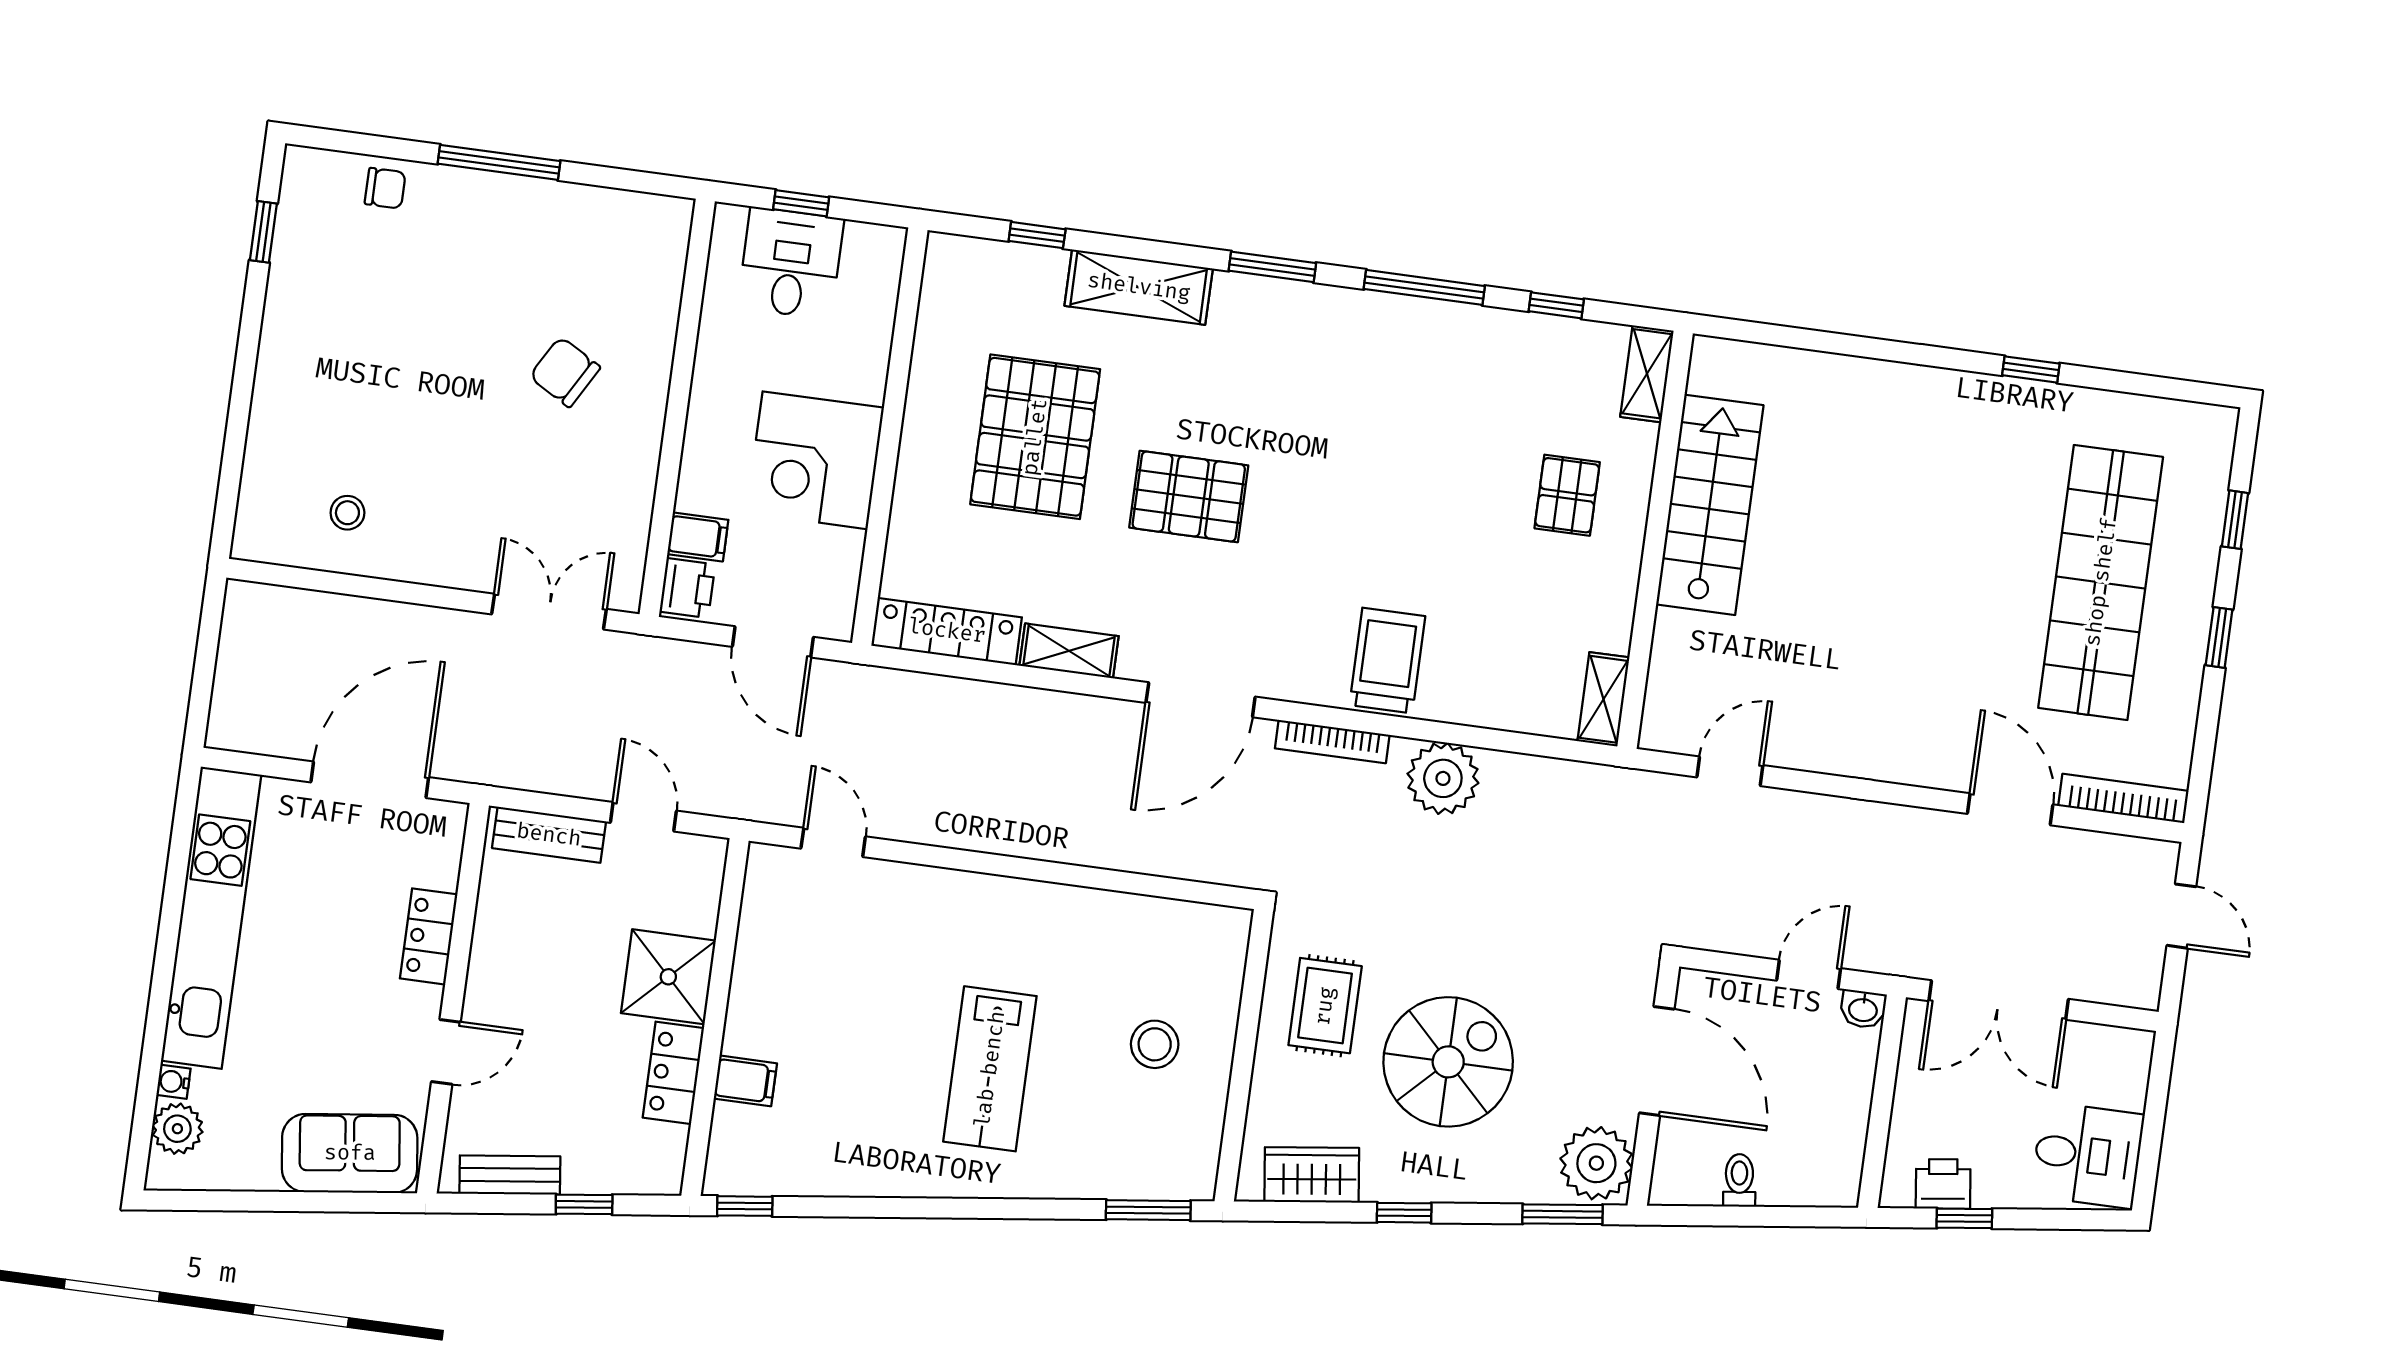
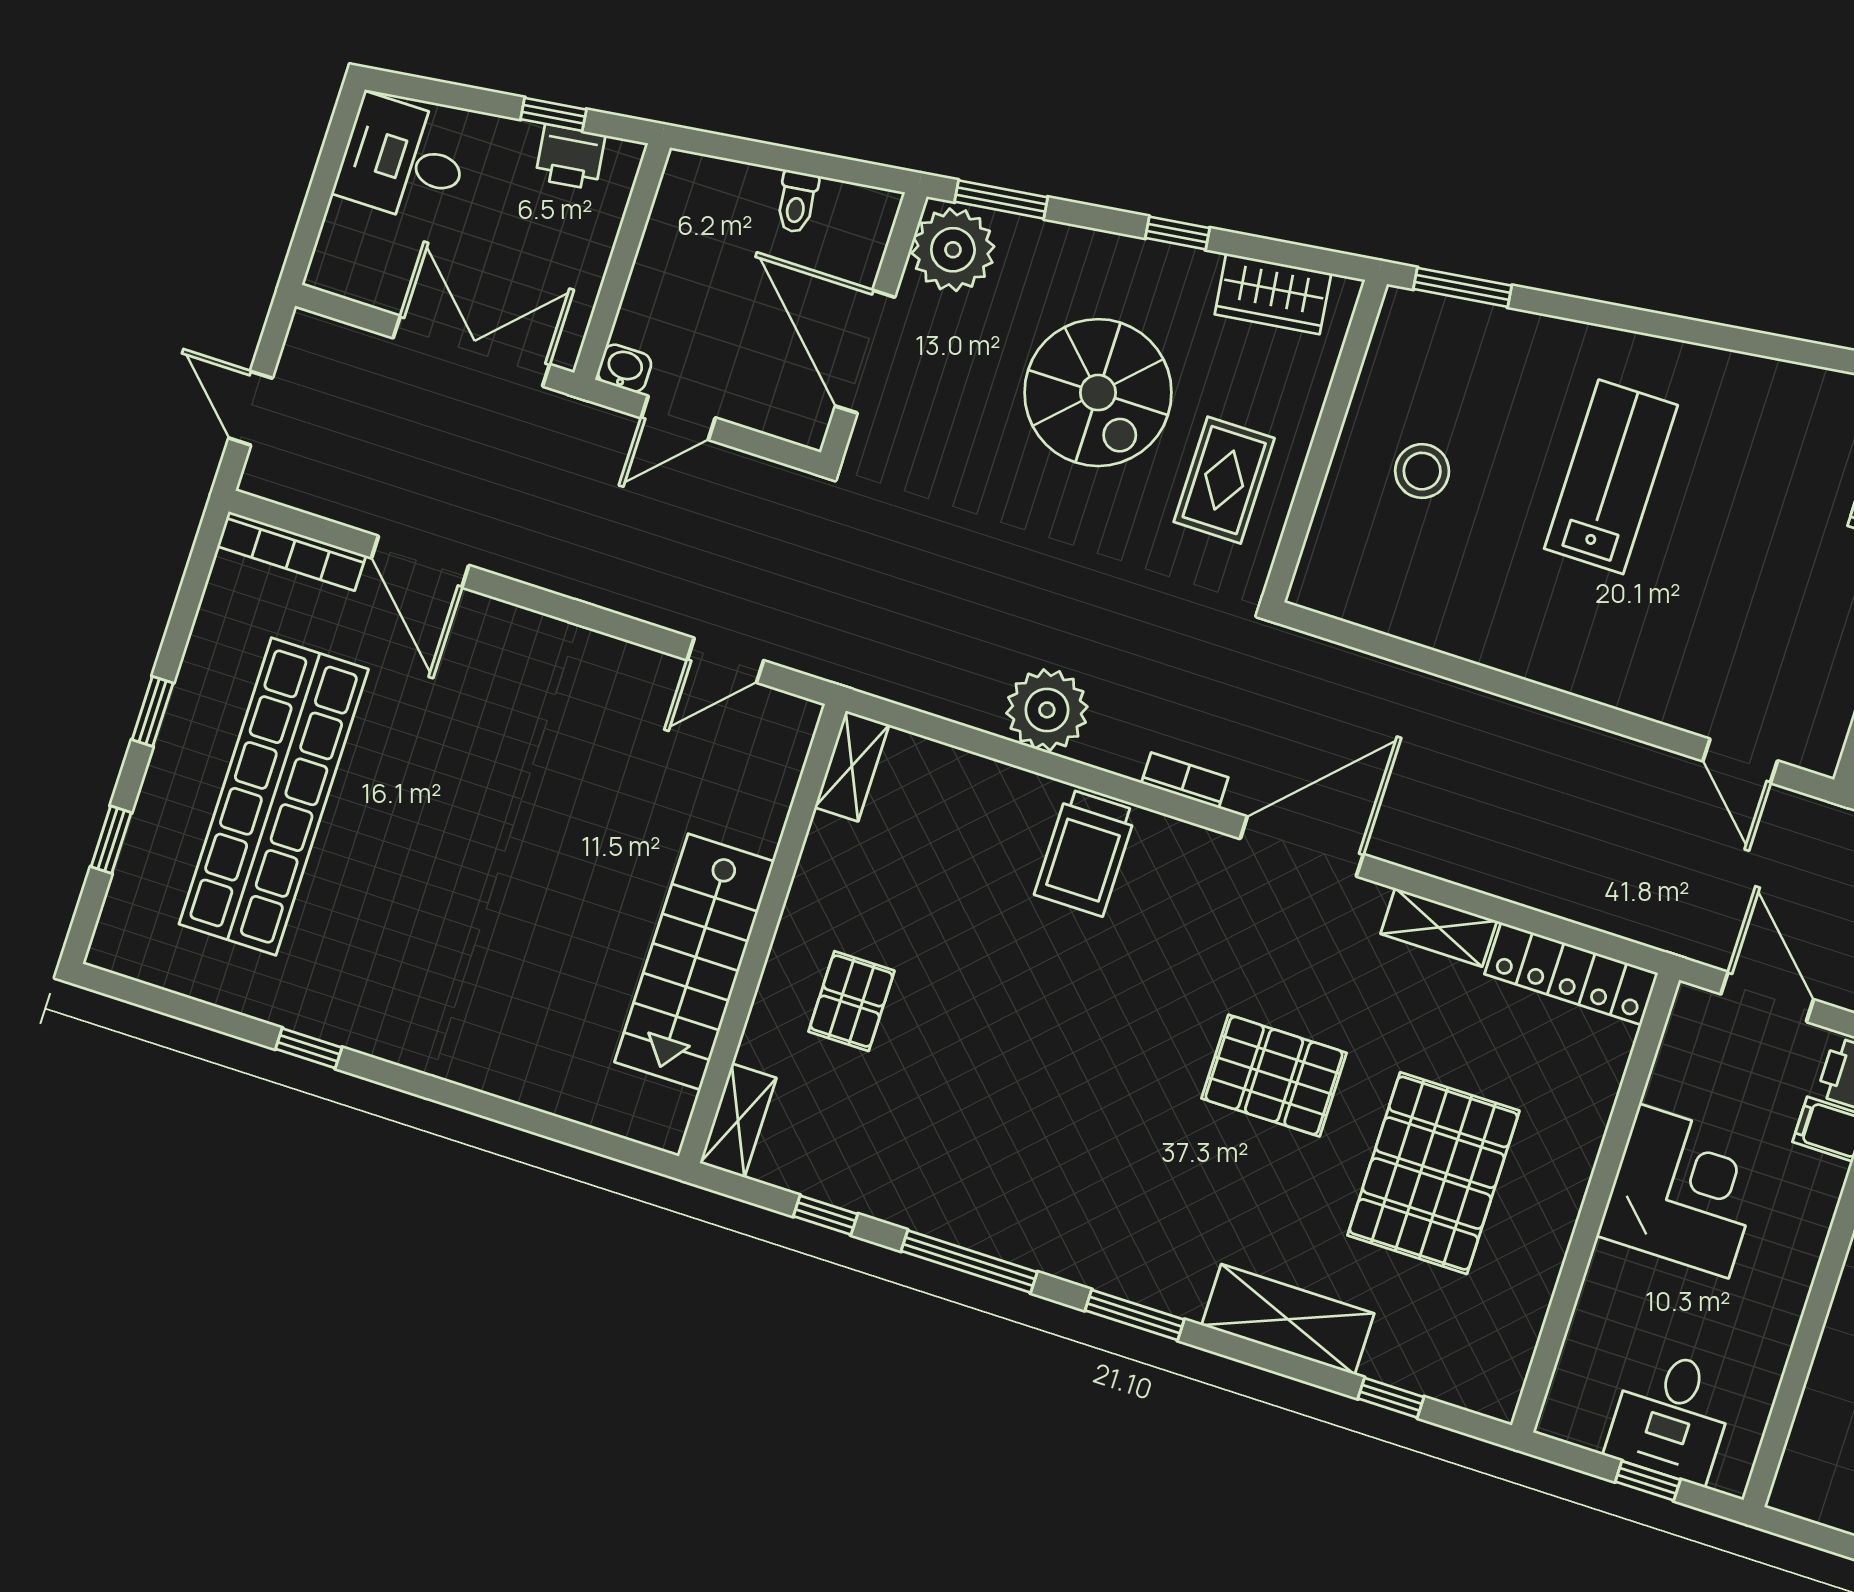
bookcase: (1332, 742) -> (1185, 780), width x0.64
spiral stairs: (1448, 1062) -> (1098, 393), turned -90

